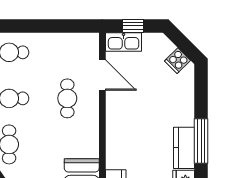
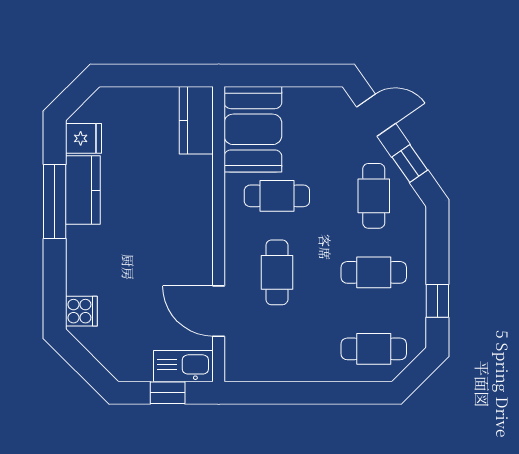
cooker: (178, 61) -> (81, 311), moved, turned 45
cafe table: (67, 144) -> (277, 196), added

